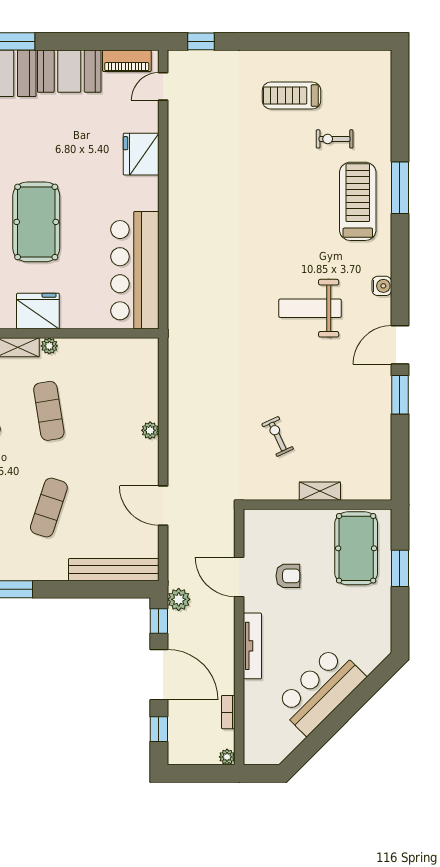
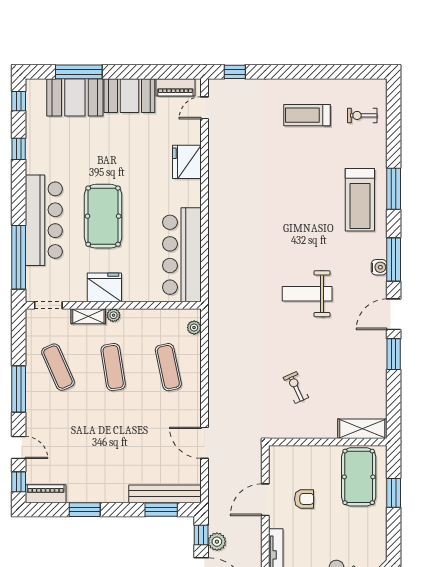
exercise bike: (335, 139) -> (362, 115), moved
treadmill: (358, 201) -> (360, 200), turned 180
window: (400, 276) -> (394, 259), added
weight bench: (310, 308) -> (307, 294), moved
plant: (150, 430) -> (194, 328), moved
shelving: (320, 491) -> (362, 429), moved, width x1.50, depth x1.33
exercise mat: (49, 507) -> (168, 367), moved, turned -30
door: (239, 577) -> (265, 500), hinge flipped
window: (109, 589) -> (161, 510), added
plant: (179, 599) -> (217, 542), moved

